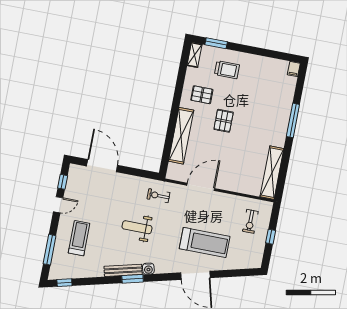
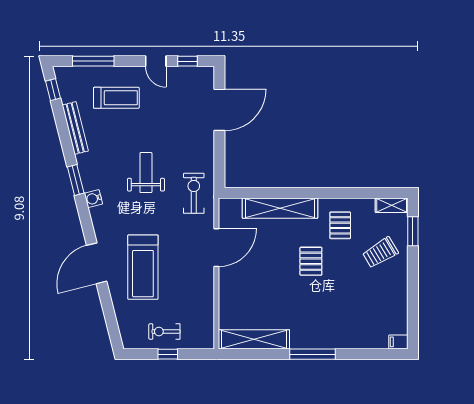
trolley: (227, 70) -> (380, 253), turned 59
window: (293, 120) -> (313, 354), moved
pallet: (224, 121) -> (311, 261), turned 90
door: (201, 187) -> (216, 248), hinge flipped
exercise bike: (158, 196) -> (194, 193), width x1.38, depth x1.39
exercise bike: (250, 221) -> (164, 331), moved
bench: (123, 270) -> (75, 128), moved

